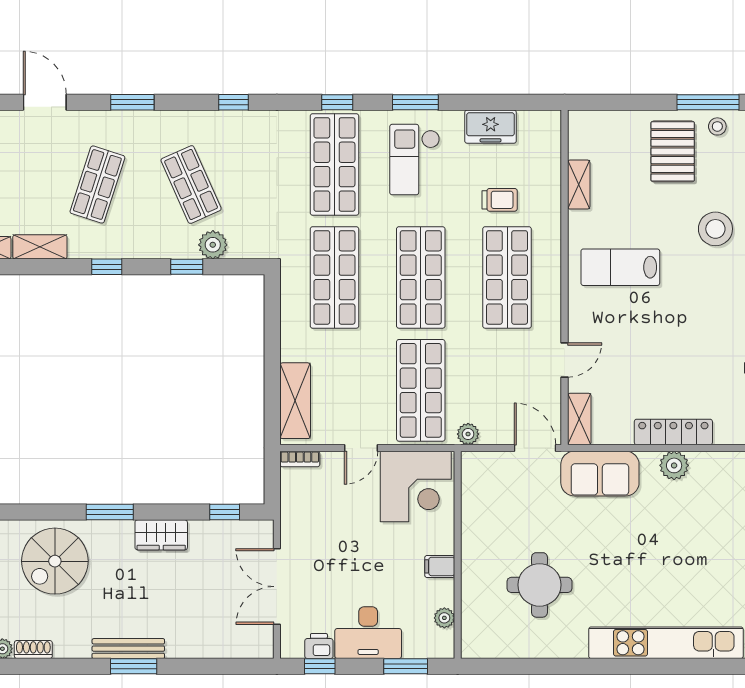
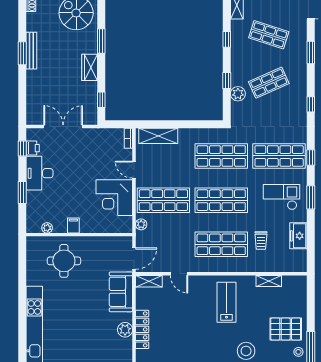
wall: (458, 555) -> (79, 235), moved
filing cabinet: (440, 566) -> (73, 225), moved
plant: (444, 618) -> (47, 228), moved

